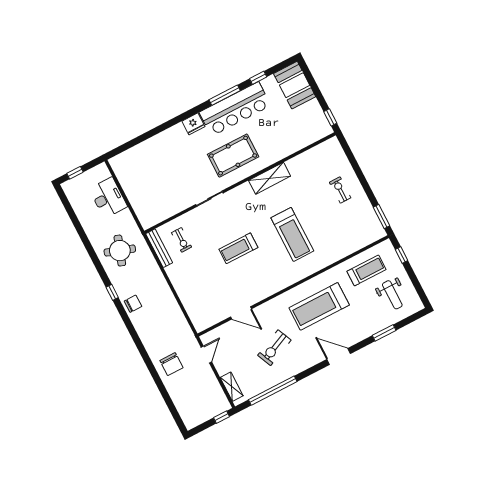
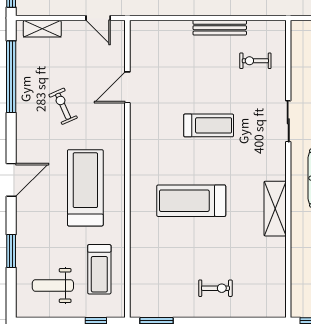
bench: (159, 248) -> (220, 28), moved
treadmill: (238, 248) -> (209, 125), turned 90
exercise bike: (274, 348) -> (63, 106), width x0.73, depth x0.72

